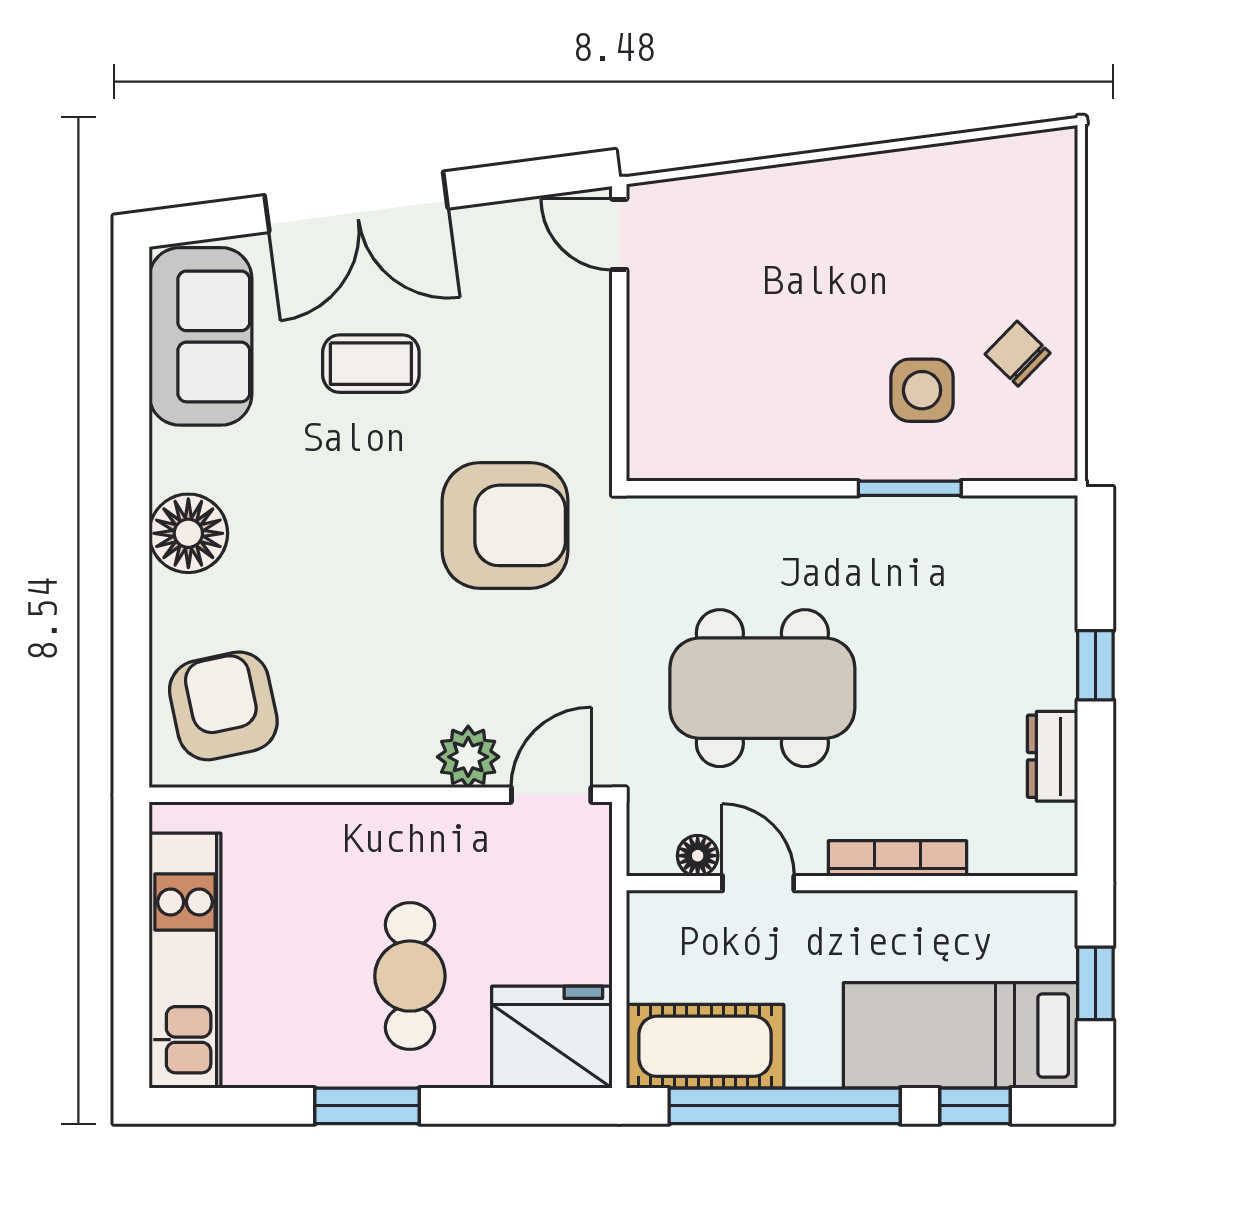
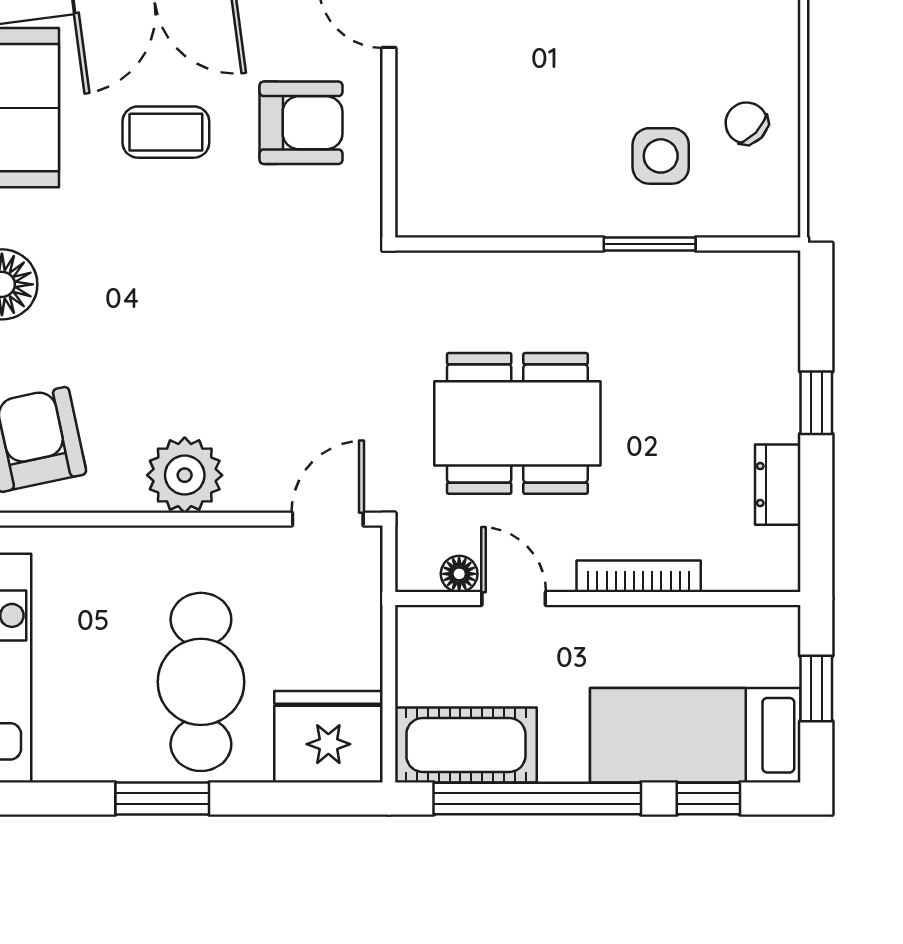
armchair: (505, 525) -> (301, 123), moved, width x0.73, depth x0.73
plant: (468, 757) -> (185, 475), moved, width x1.36, depth x1.36
cafe table: (410, 976) -> (201, 682), width x1.37, depth x1.35

